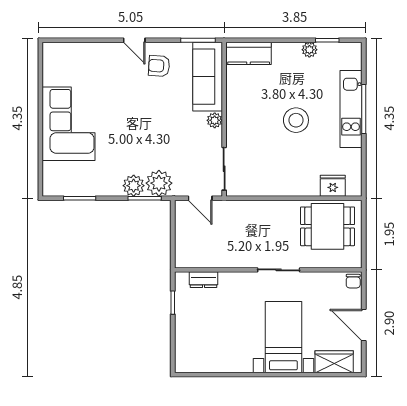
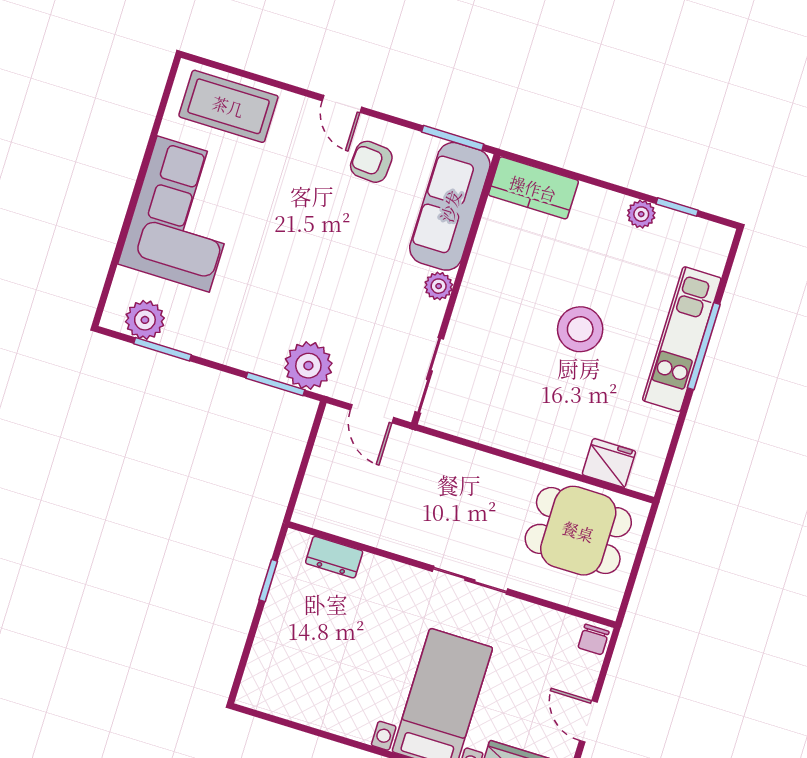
coffee table: (75, 60) -> (228, 106), added
plant: (134, 186) -> (145, 320), moved
door: (364, 325) -> (588, 721), width x0.73

